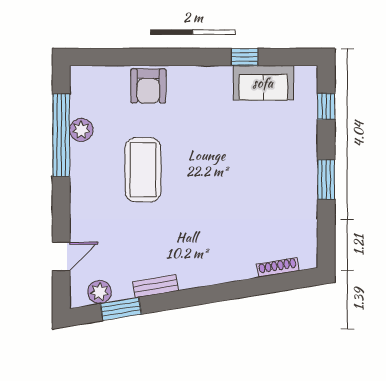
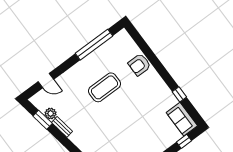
sofa: (263, 83) -> (182, 119), moved
plant: (81, 130) -> (102, 51), removed
plant: (100, 292) -> (51, 114), moved

